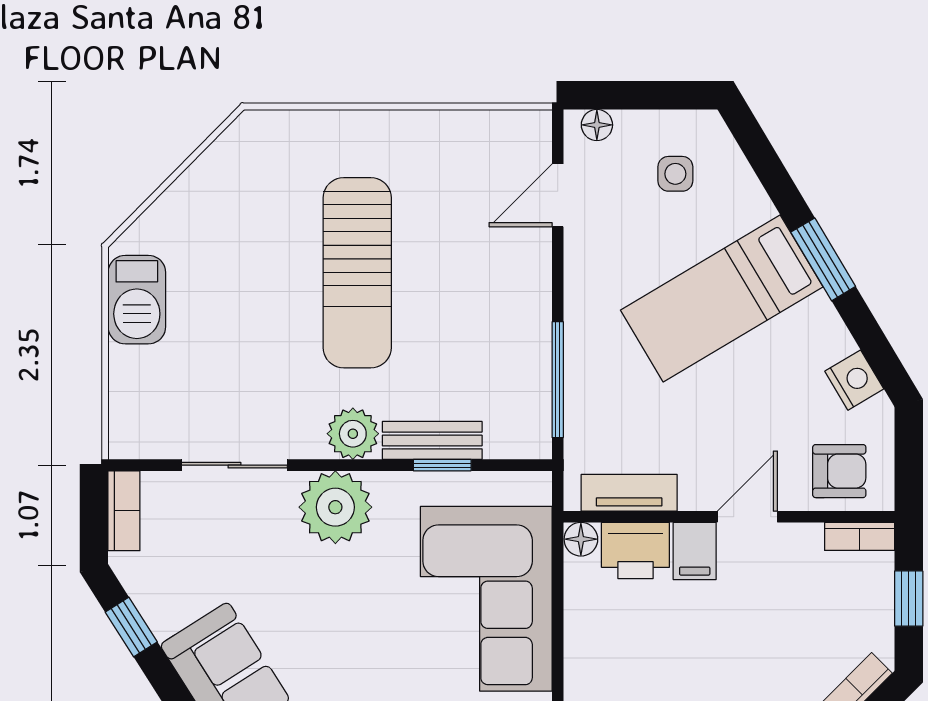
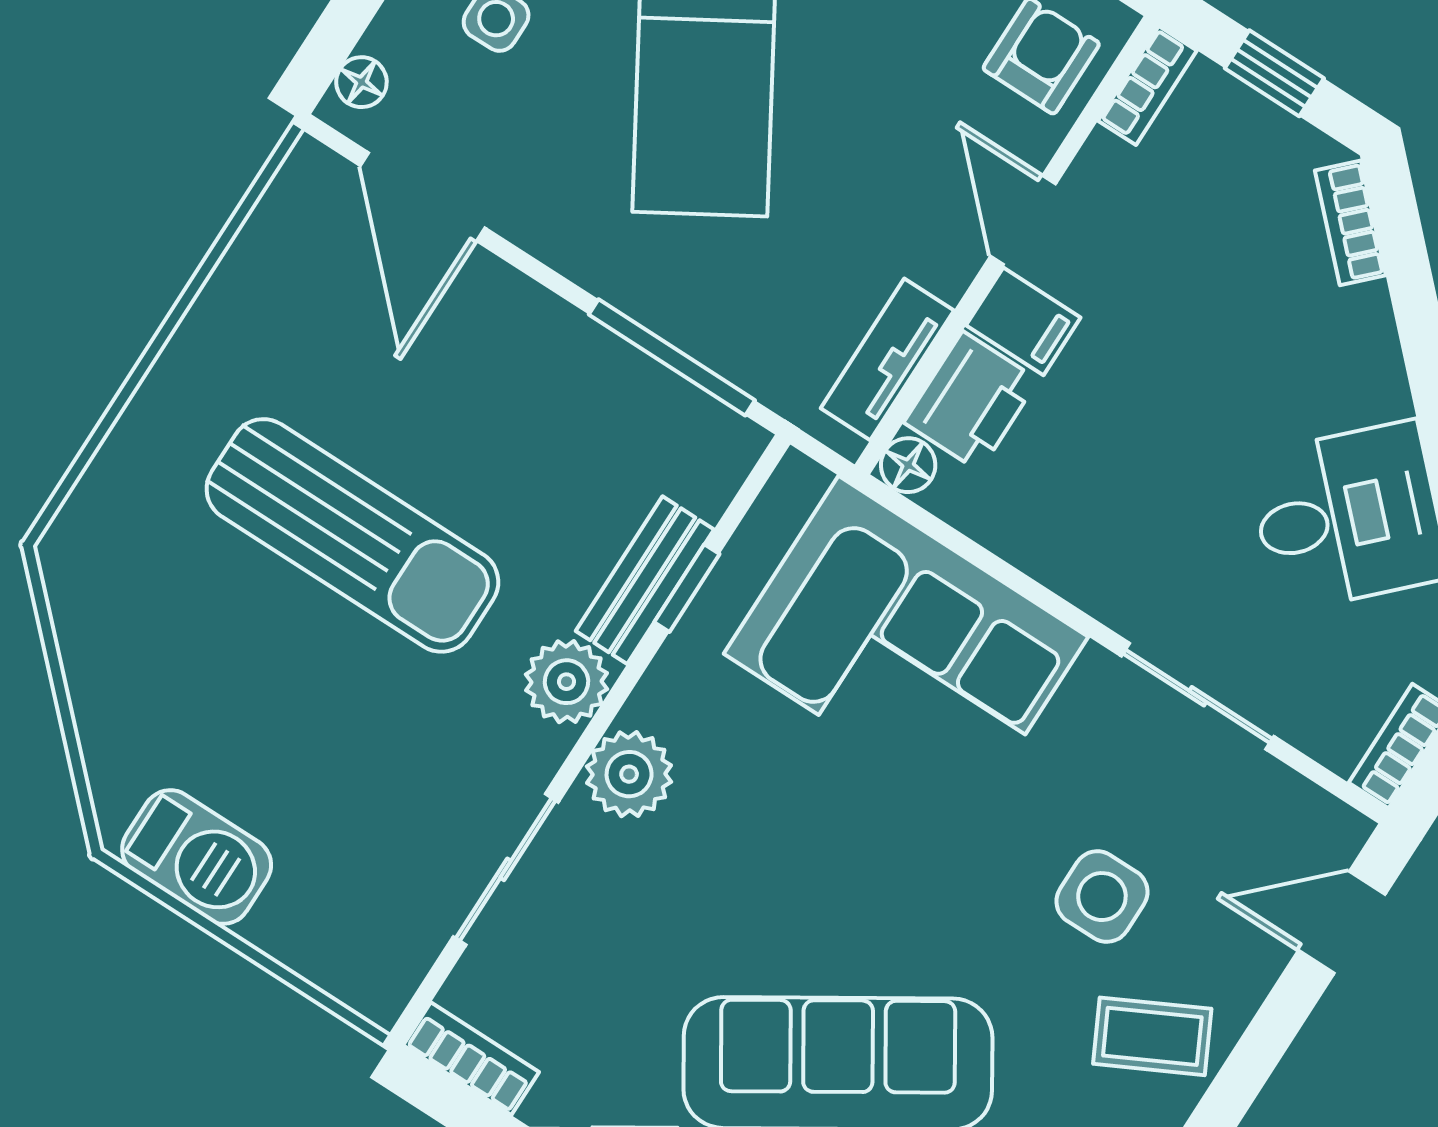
door: (558, 195) -> (422, 197), width x1.38
plant: (335, 507) -> (629, 774), width x0.73, depth x0.73

